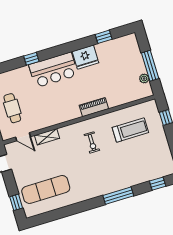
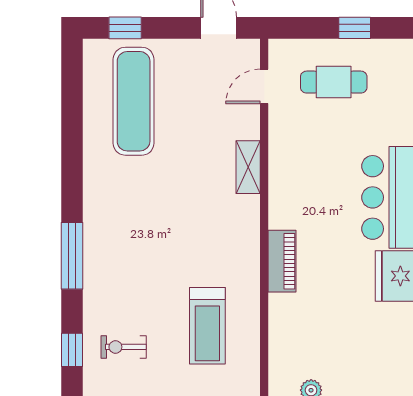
shelving: (47, 137) -> (248, 167), moved
exercise bike: (92, 142) -> (124, 347), moved

